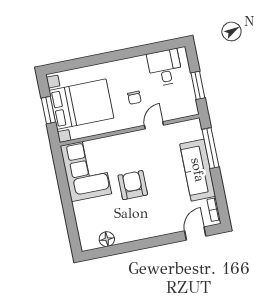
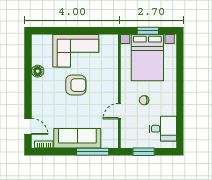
door: (154, 125) -> (119, 111), swing flipped
corner sofa: (86, 170) -> (76, 51), moved
floor lamp: (107, 239) -> (38, 71), moved

